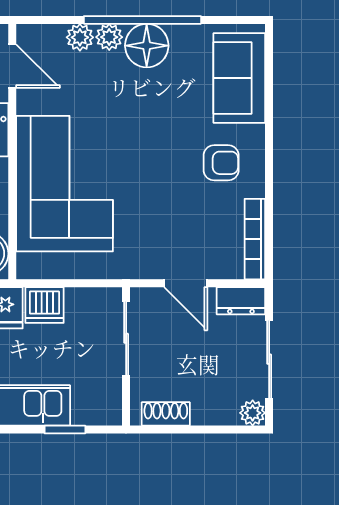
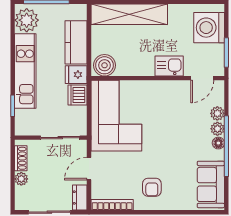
floor lamp: (147, 46) -> (218, 143), width x0.53, depth x0.53
sofa: (239, 78) -> (211, 184), moved, turned -90
corner sofa: (65, 184) -> (116, 116), moved, turned -90
plant: (253, 413) -> (21, 179), moved

